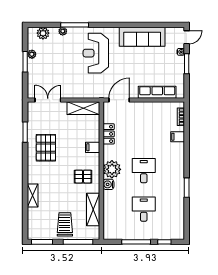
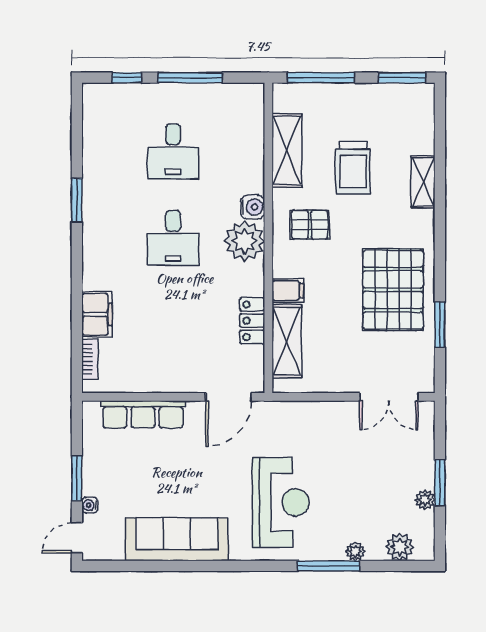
shelving: (83, 108) -> (287, 341), moved, turned 90
filing cabinet: (178, 137) -> (97, 314), width x2.00
pallet: (46, 148) -> (393, 290), width x1.37, depth x1.41
trolley: (65, 224) -> (353, 168), moved

